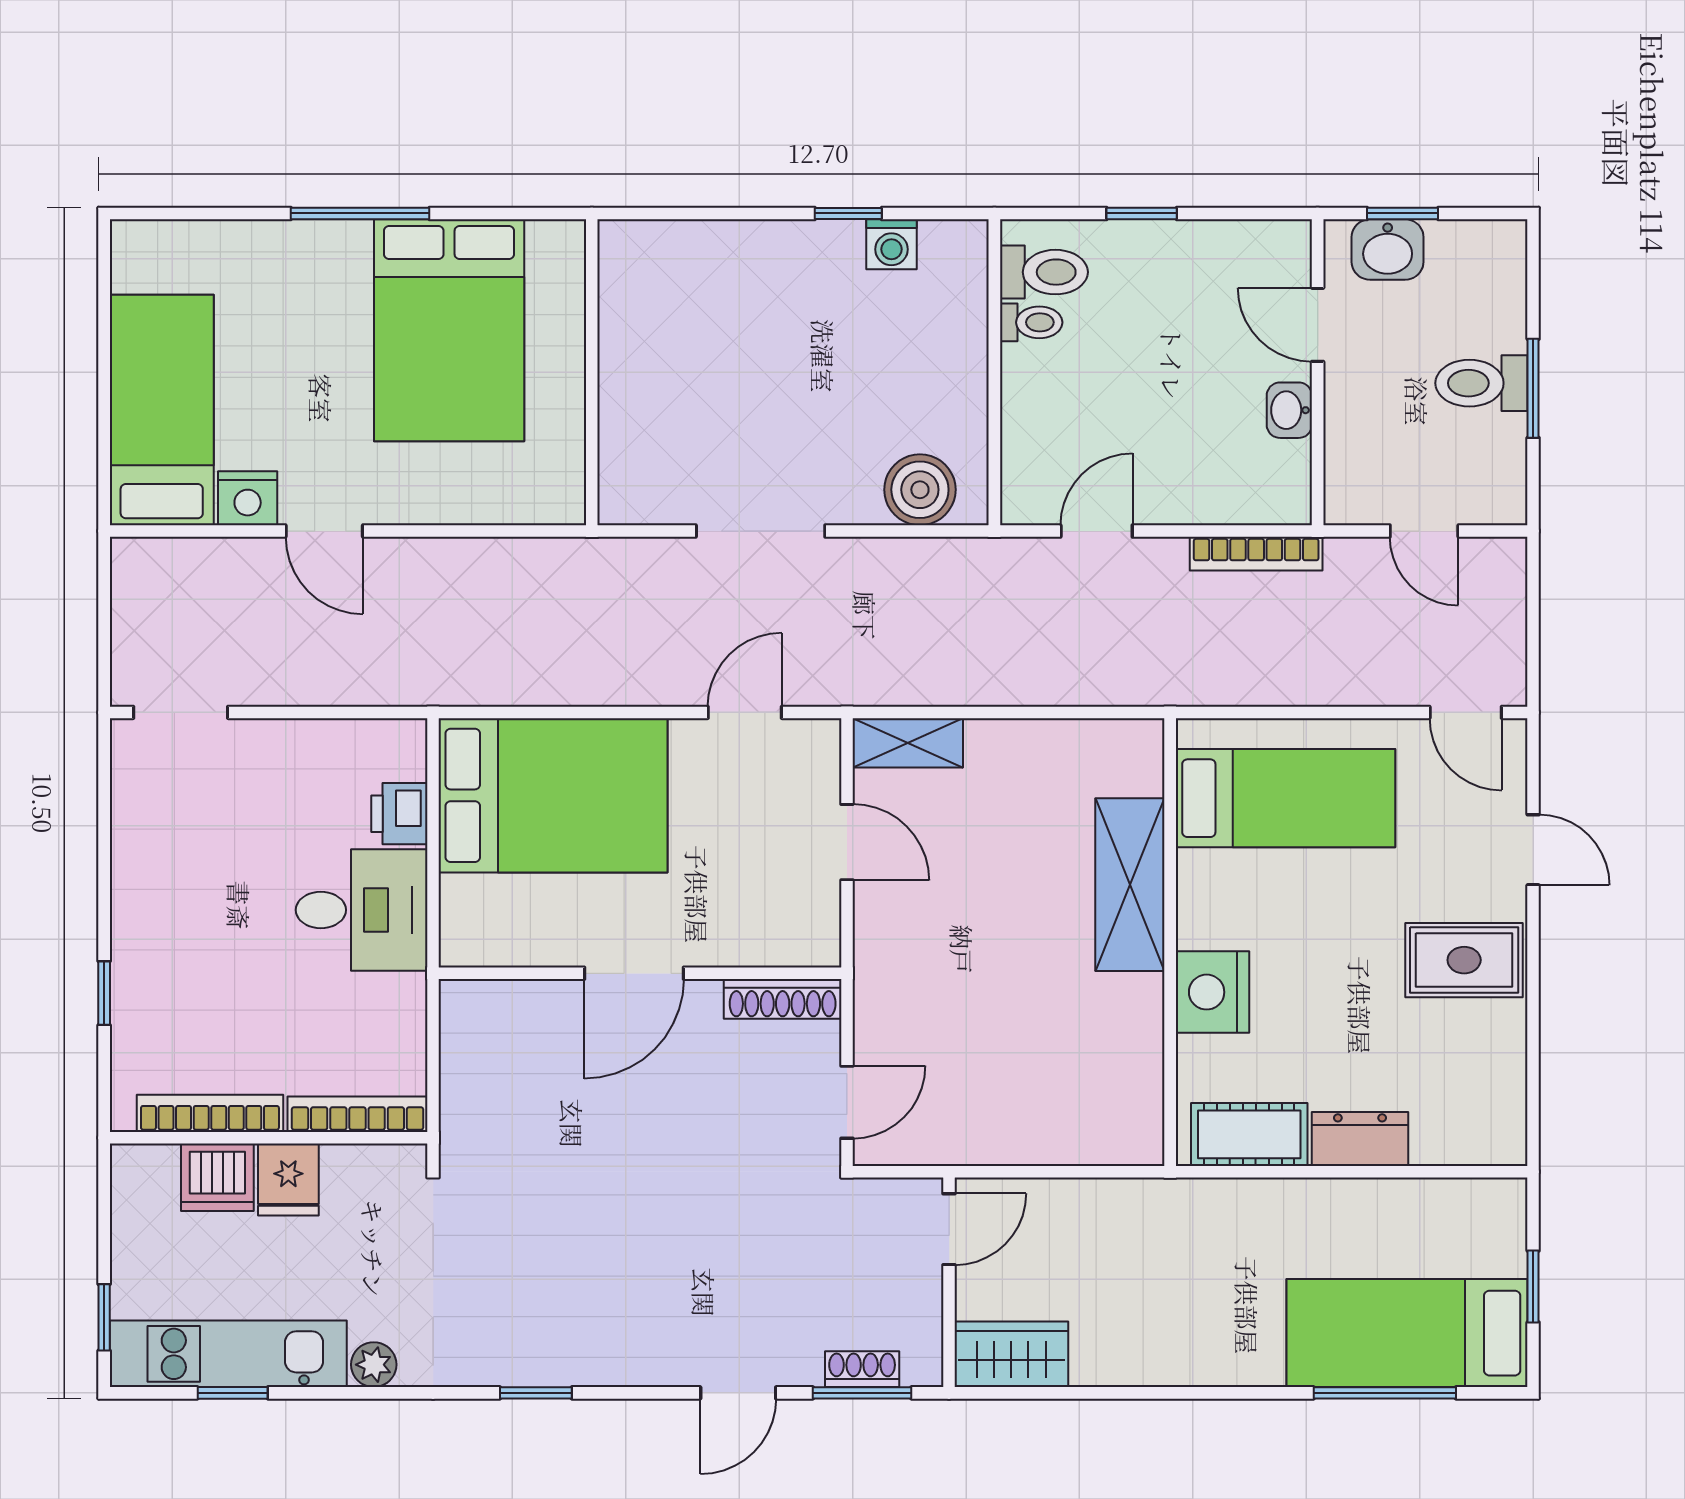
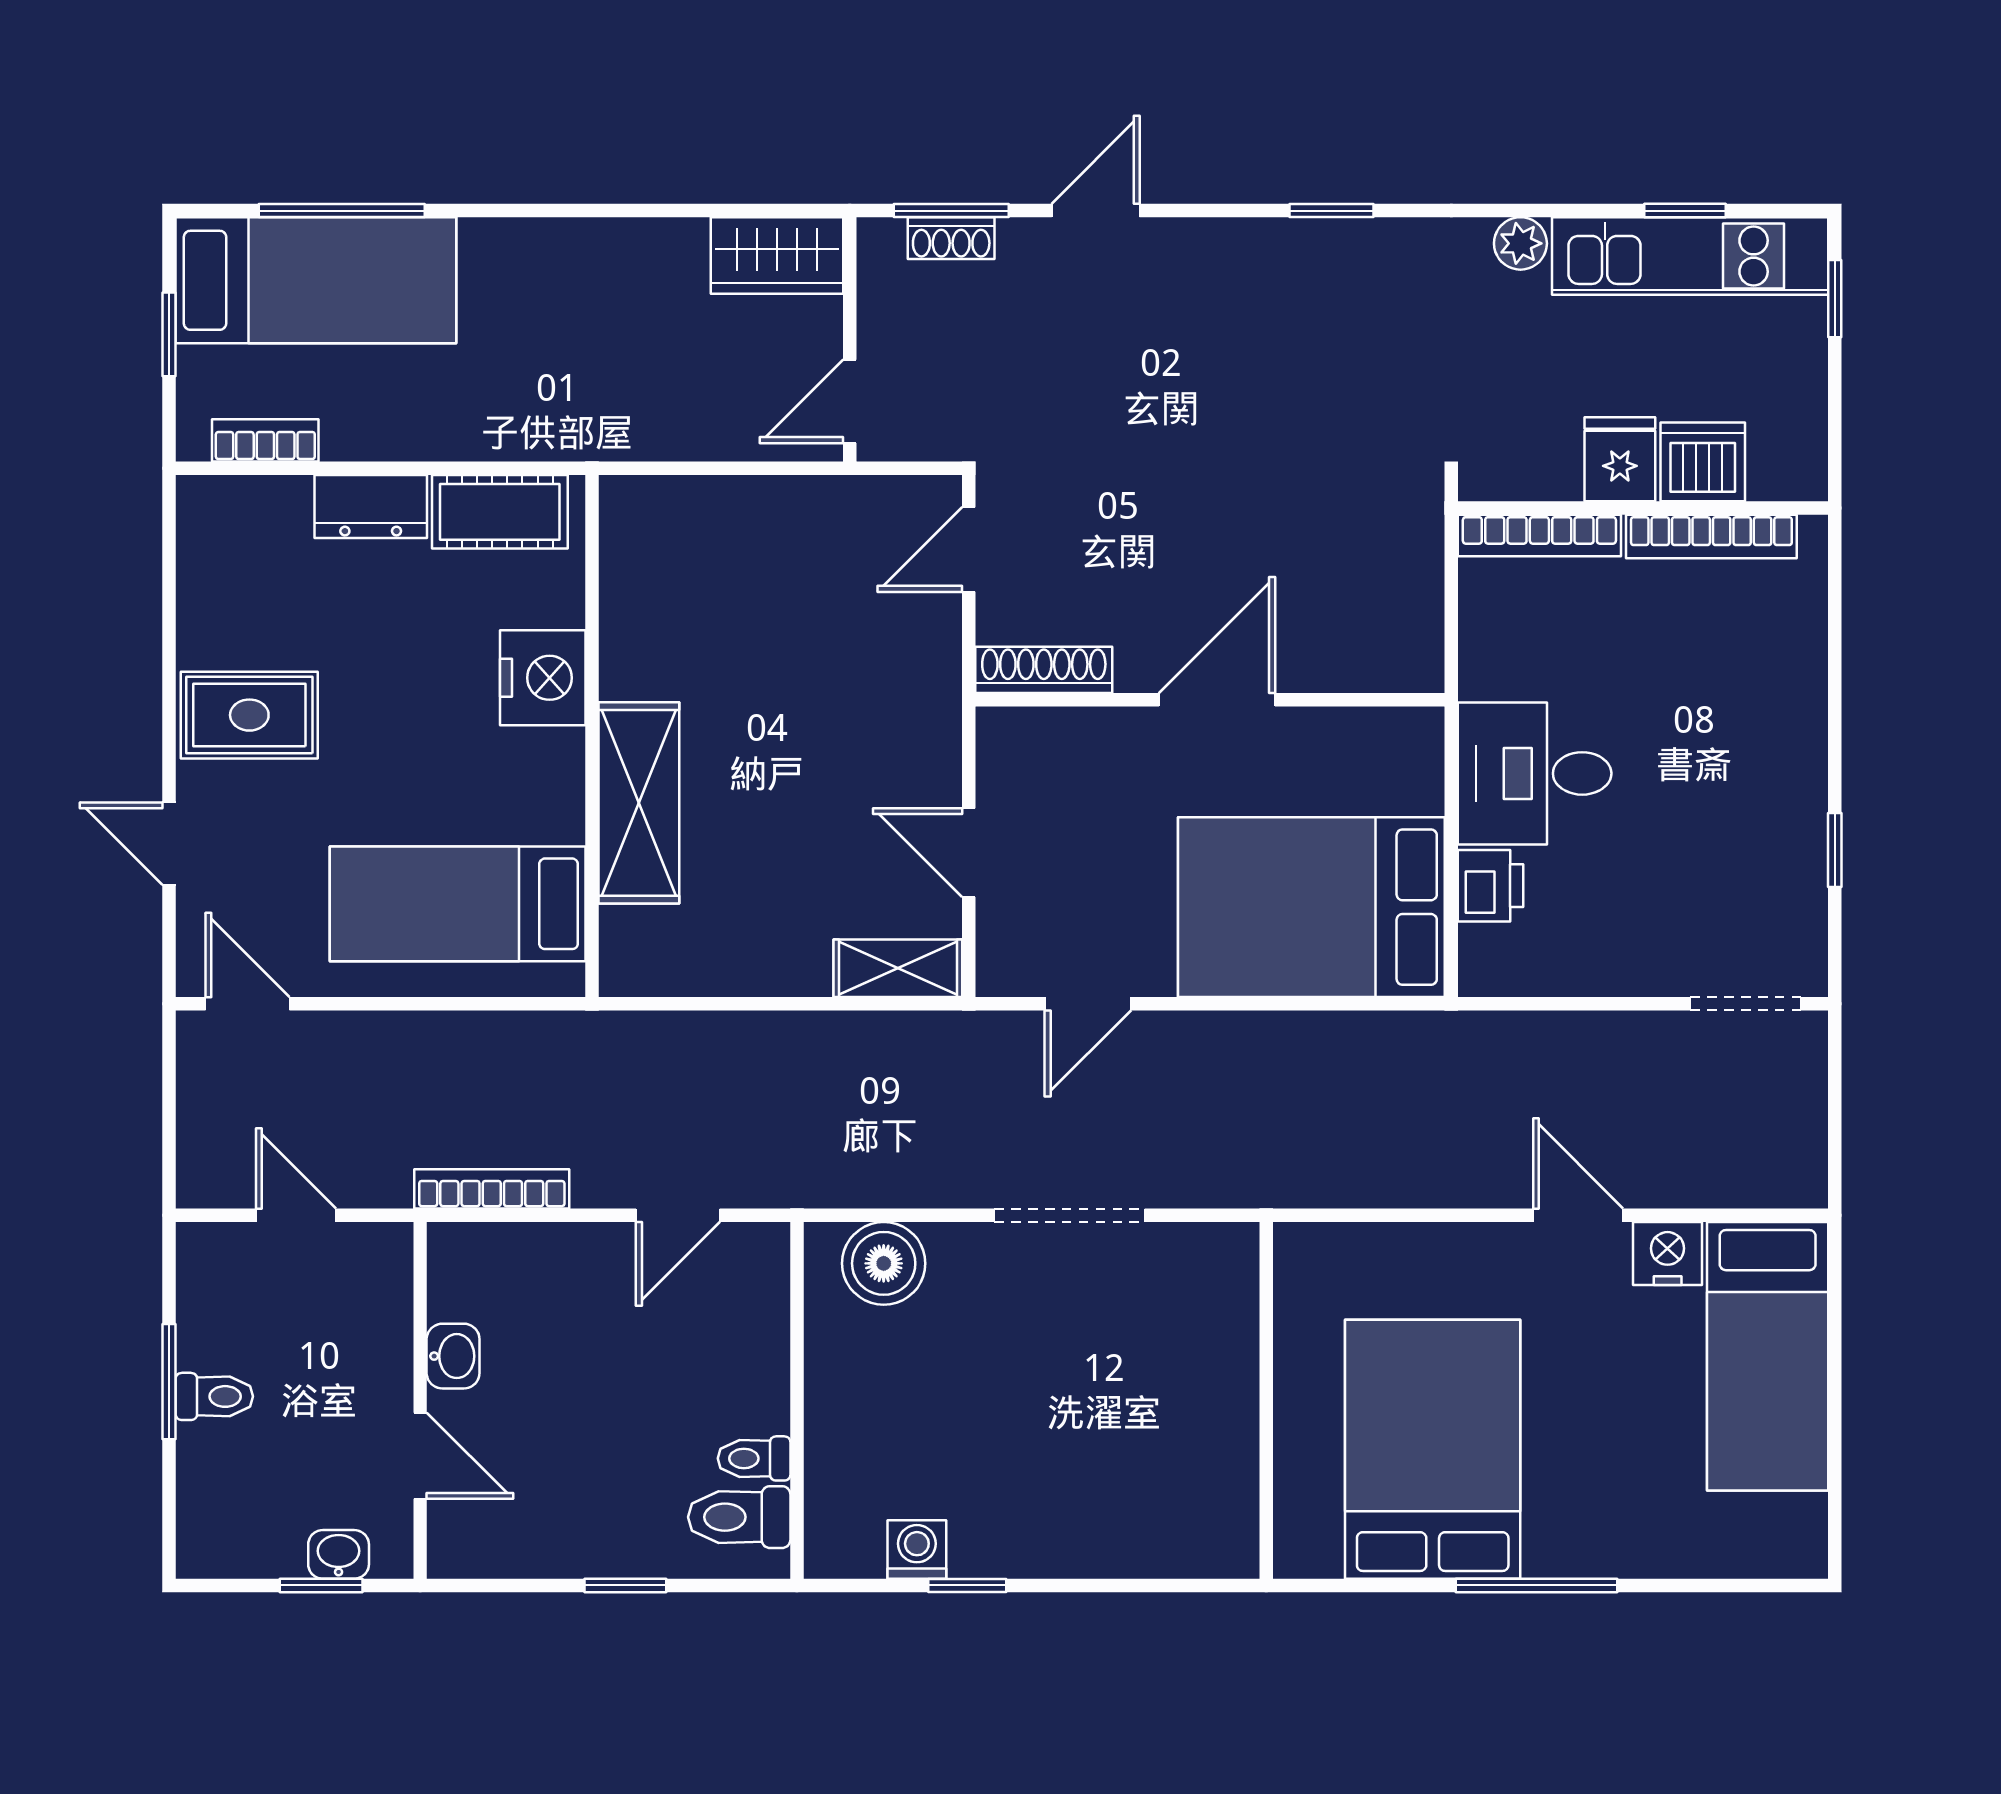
washbasin: (1388, 249) -> (339, 1554), width x0.72, depth x0.69
toilet: (1481, 383) -> (214, 1396), width x0.73, depth x0.72
window: (104, 993) -> (1835, 850), moved
bookcase: (1450, 1196) -> (265, 440), added

